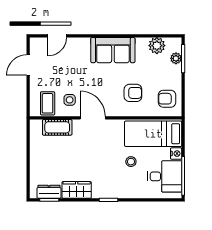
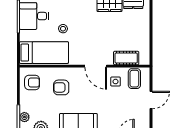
door: (28, 65) -> (151, 100), moved
nightstand: (176, 154) -> (24, 36), removed

